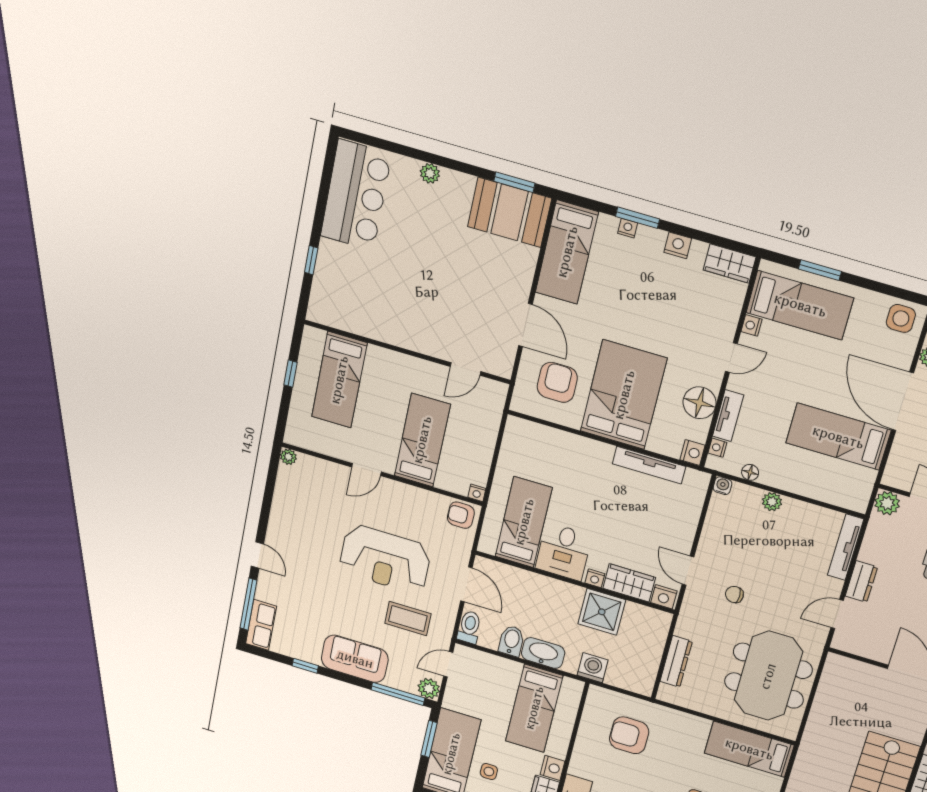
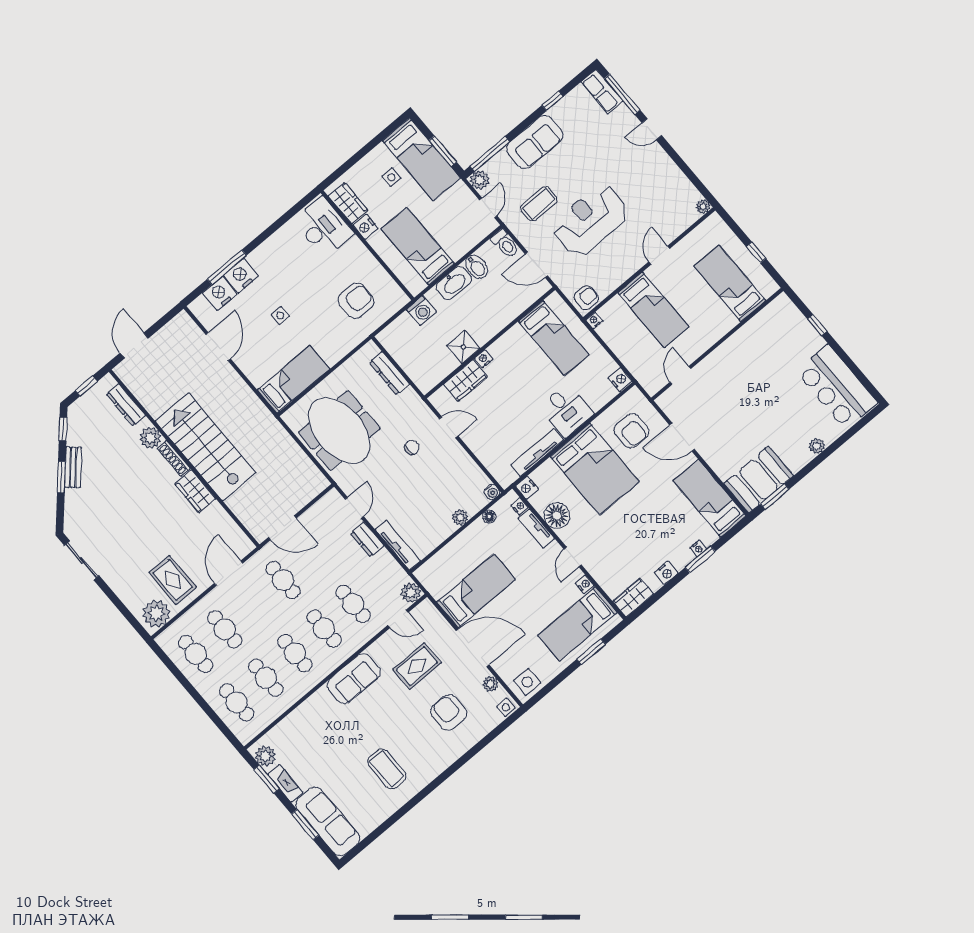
desk: (564, 552) -> (566, 410), moved, turned 180
nightstand: (664, 597) -> (620, 380), moved, turned 90
shower: (602, 612) -> (463, 347), width x0.73, depth x0.73

